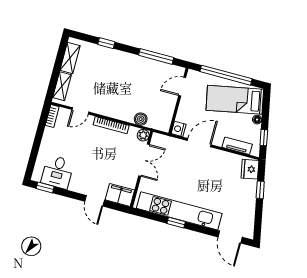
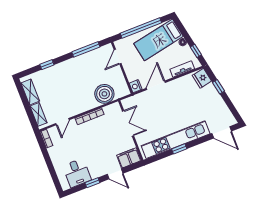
boiler: (141, 119) -> (104, 94), width x1.86, depth x1.86
plant: (143, 135) -> (115, 107), removed
window: (45, 187) -> (92, 183), moved

